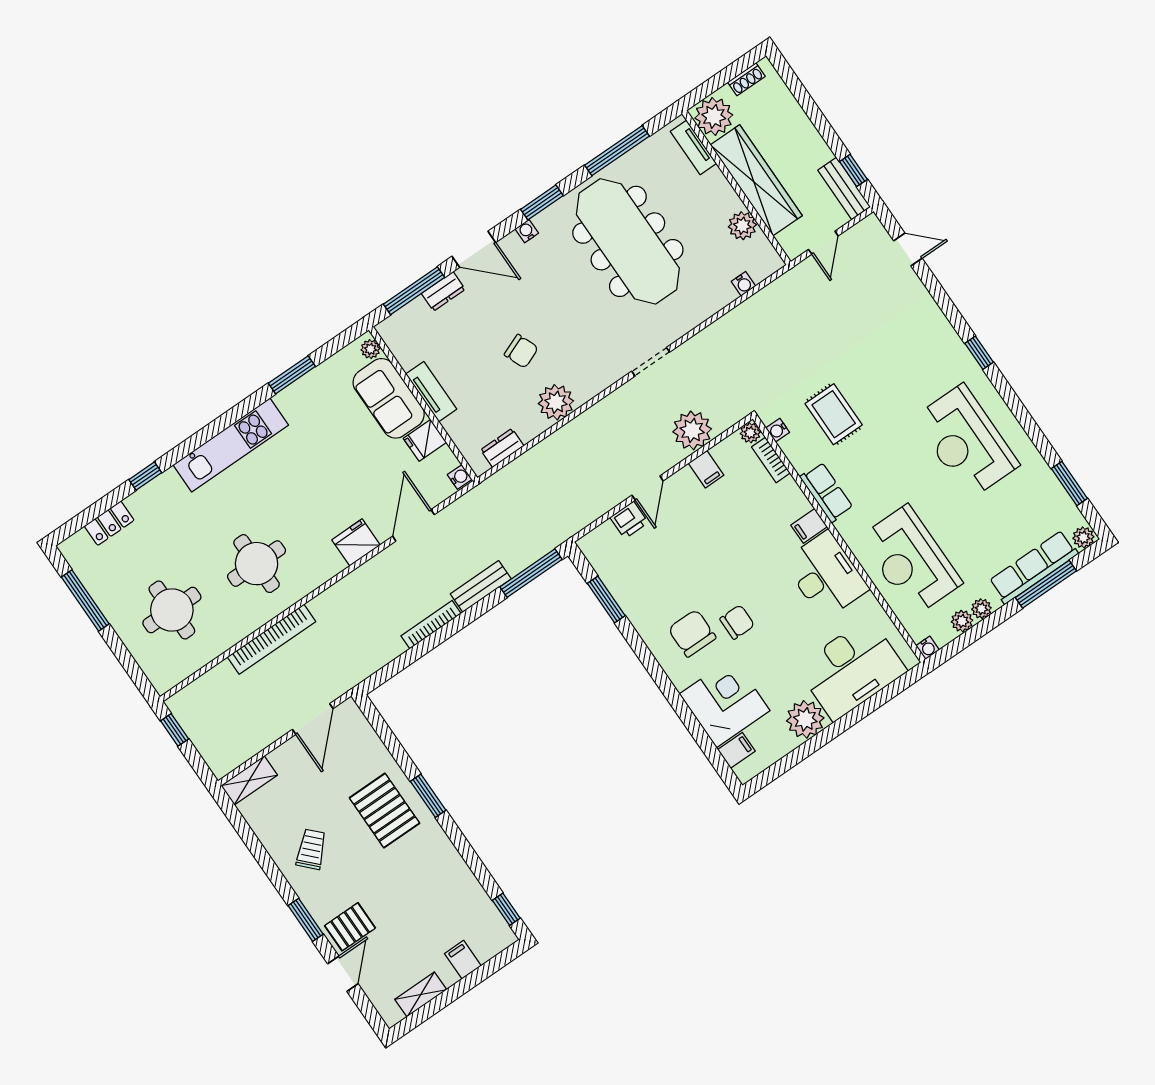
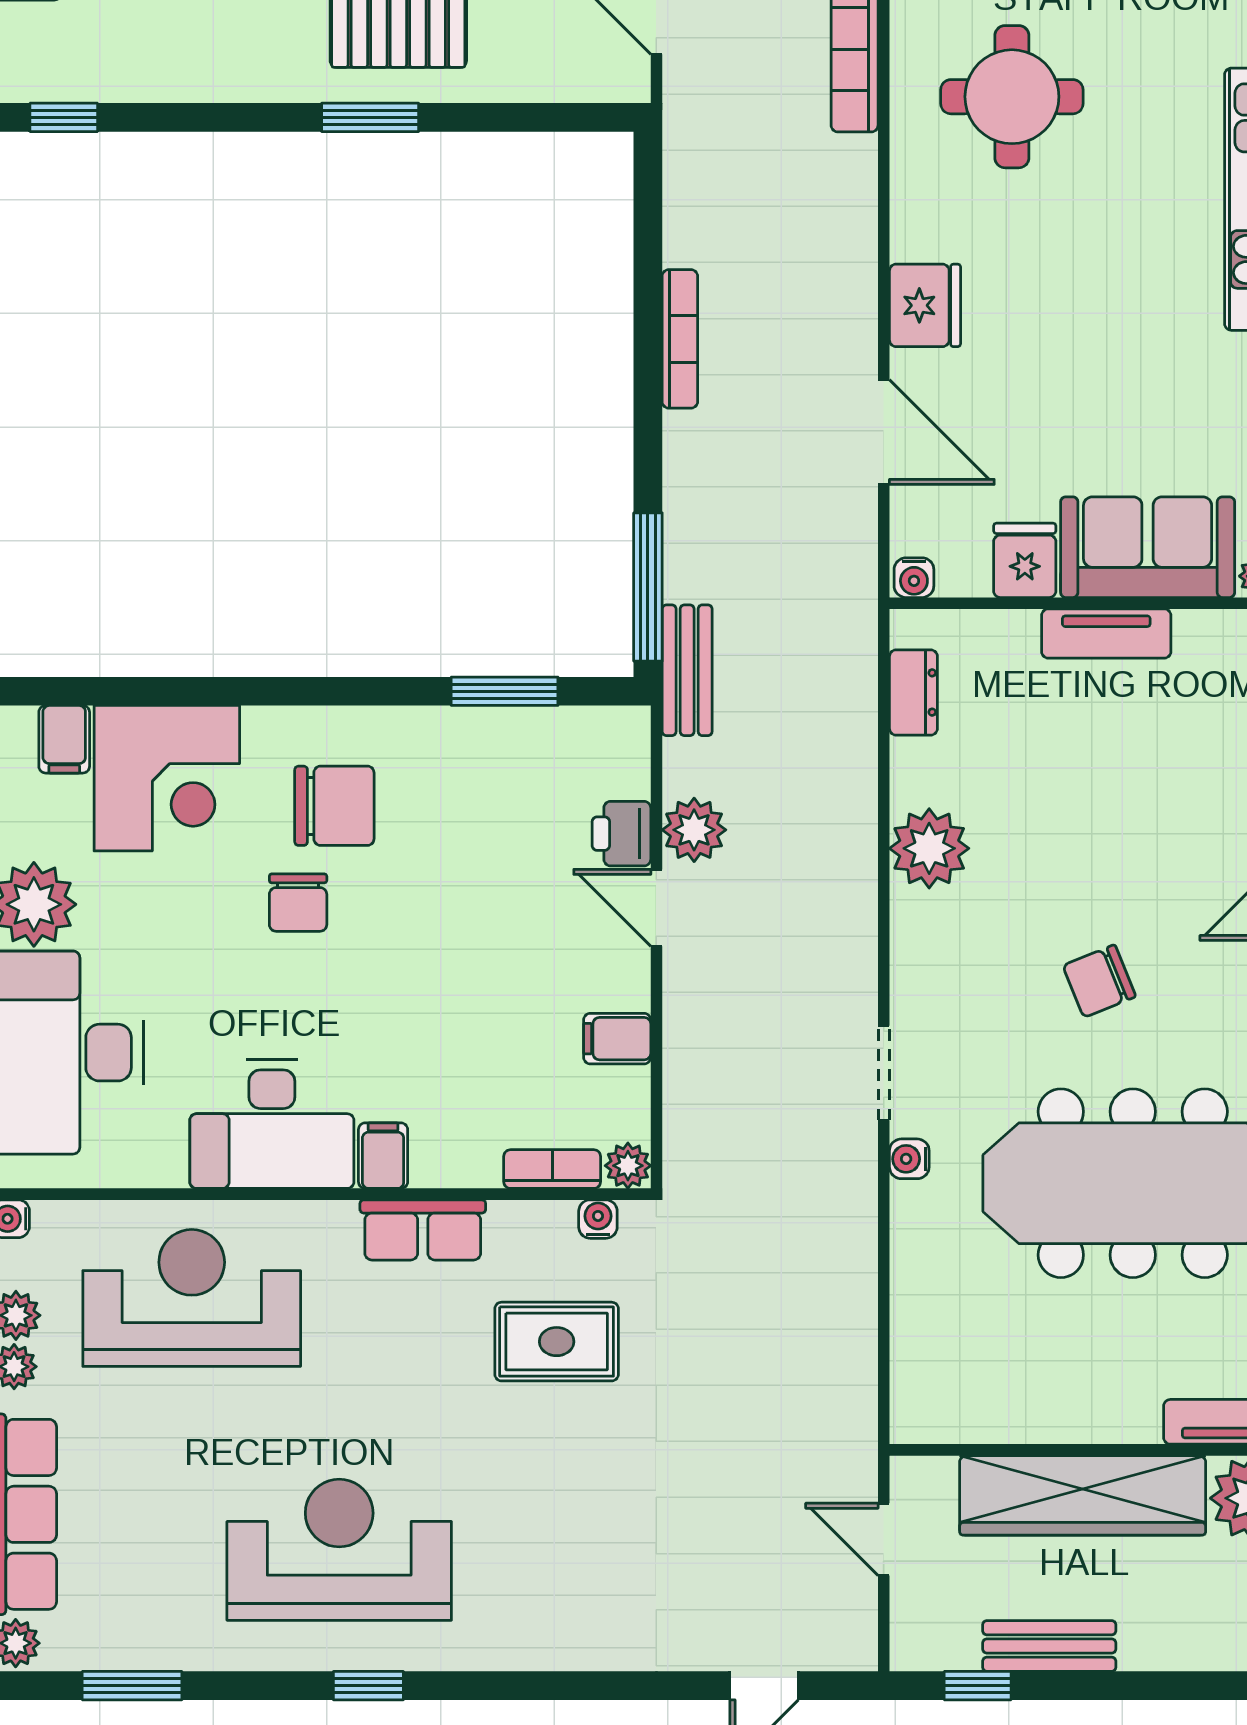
bench: (844, 188) -> (1049, 1646), moved
plant: (742, 226) -> (1017, 1413), removed
water cooler: (743, 284) -> (909, 1159), moved
chair: (521, 351) -> (1099, 981), moved
window: (979, 353) -> (368, 1686), moved
plant: (692, 430) -> (694, 830), moved, width x0.73, depth x0.73
bench: (481, 586) -> (687, 670), moved

